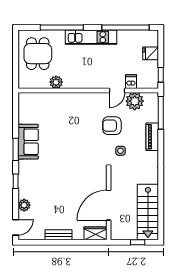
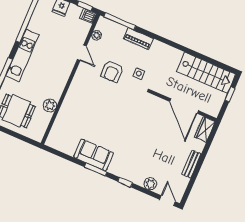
dishwasher: (131, 82) -> (88, 16), moved
plant: (135, 101) -> (97, 35), width x0.53, depth x0.53

